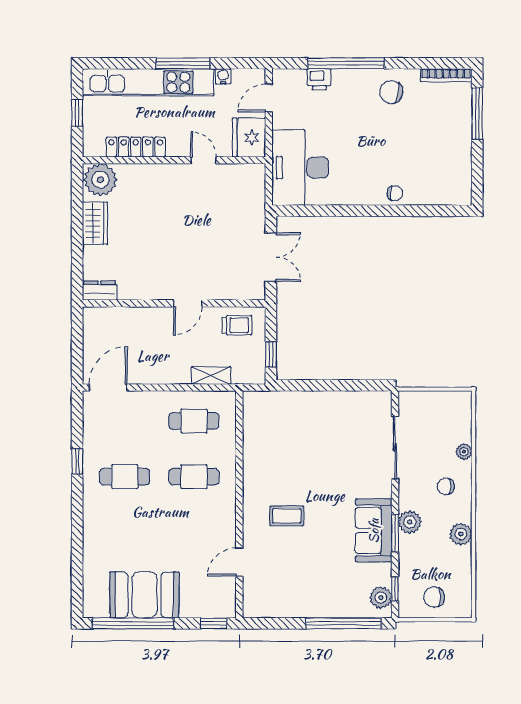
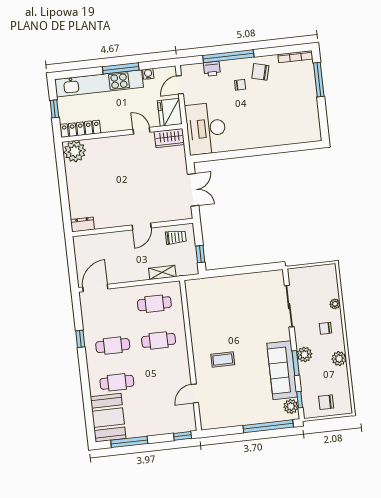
locker: (136, 147) -> (81, 129), moved
chair: (395, 193) -> (240, 85), moved
wardrobe: (95, 223) -> (169, 138), moved, turned 90
sofa: (374, 531) -> (282, 370), width x1.36
cafe table: (125, 532) -> (117, 382), added
booth: (144, 595) -> (108, 418), moved, turned 90
window: (133, 623) -> (129, 442), width x0.68

